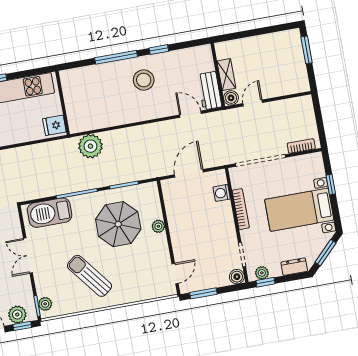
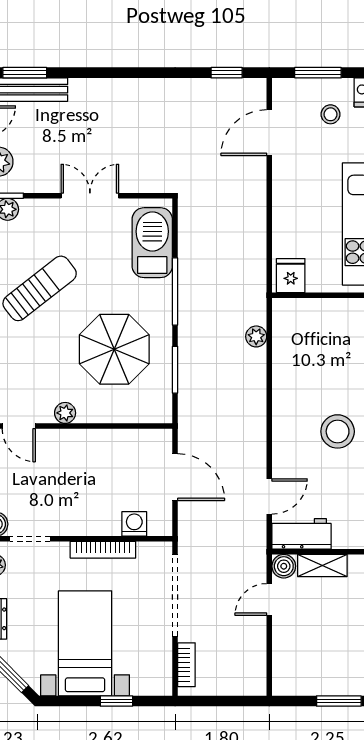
door: (253, 103) -> (269, 599), swing flipped
plant: (90, 146) -> (256, 336), width x0.53, depth x0.53
plant: (158, 226) -> (65, 413), moved

